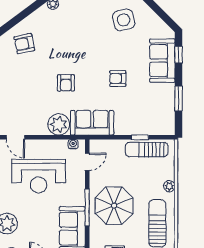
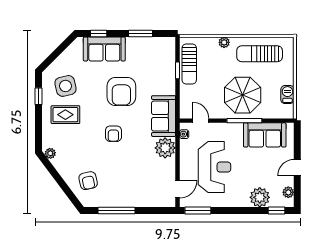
rug: (94, 20) -> (65, 115), added
armchair: (118, 78) -> (121, 92), width x1.88, depth x1.88
armchair: (66, 83) -> (113, 134), moved, turned 90

